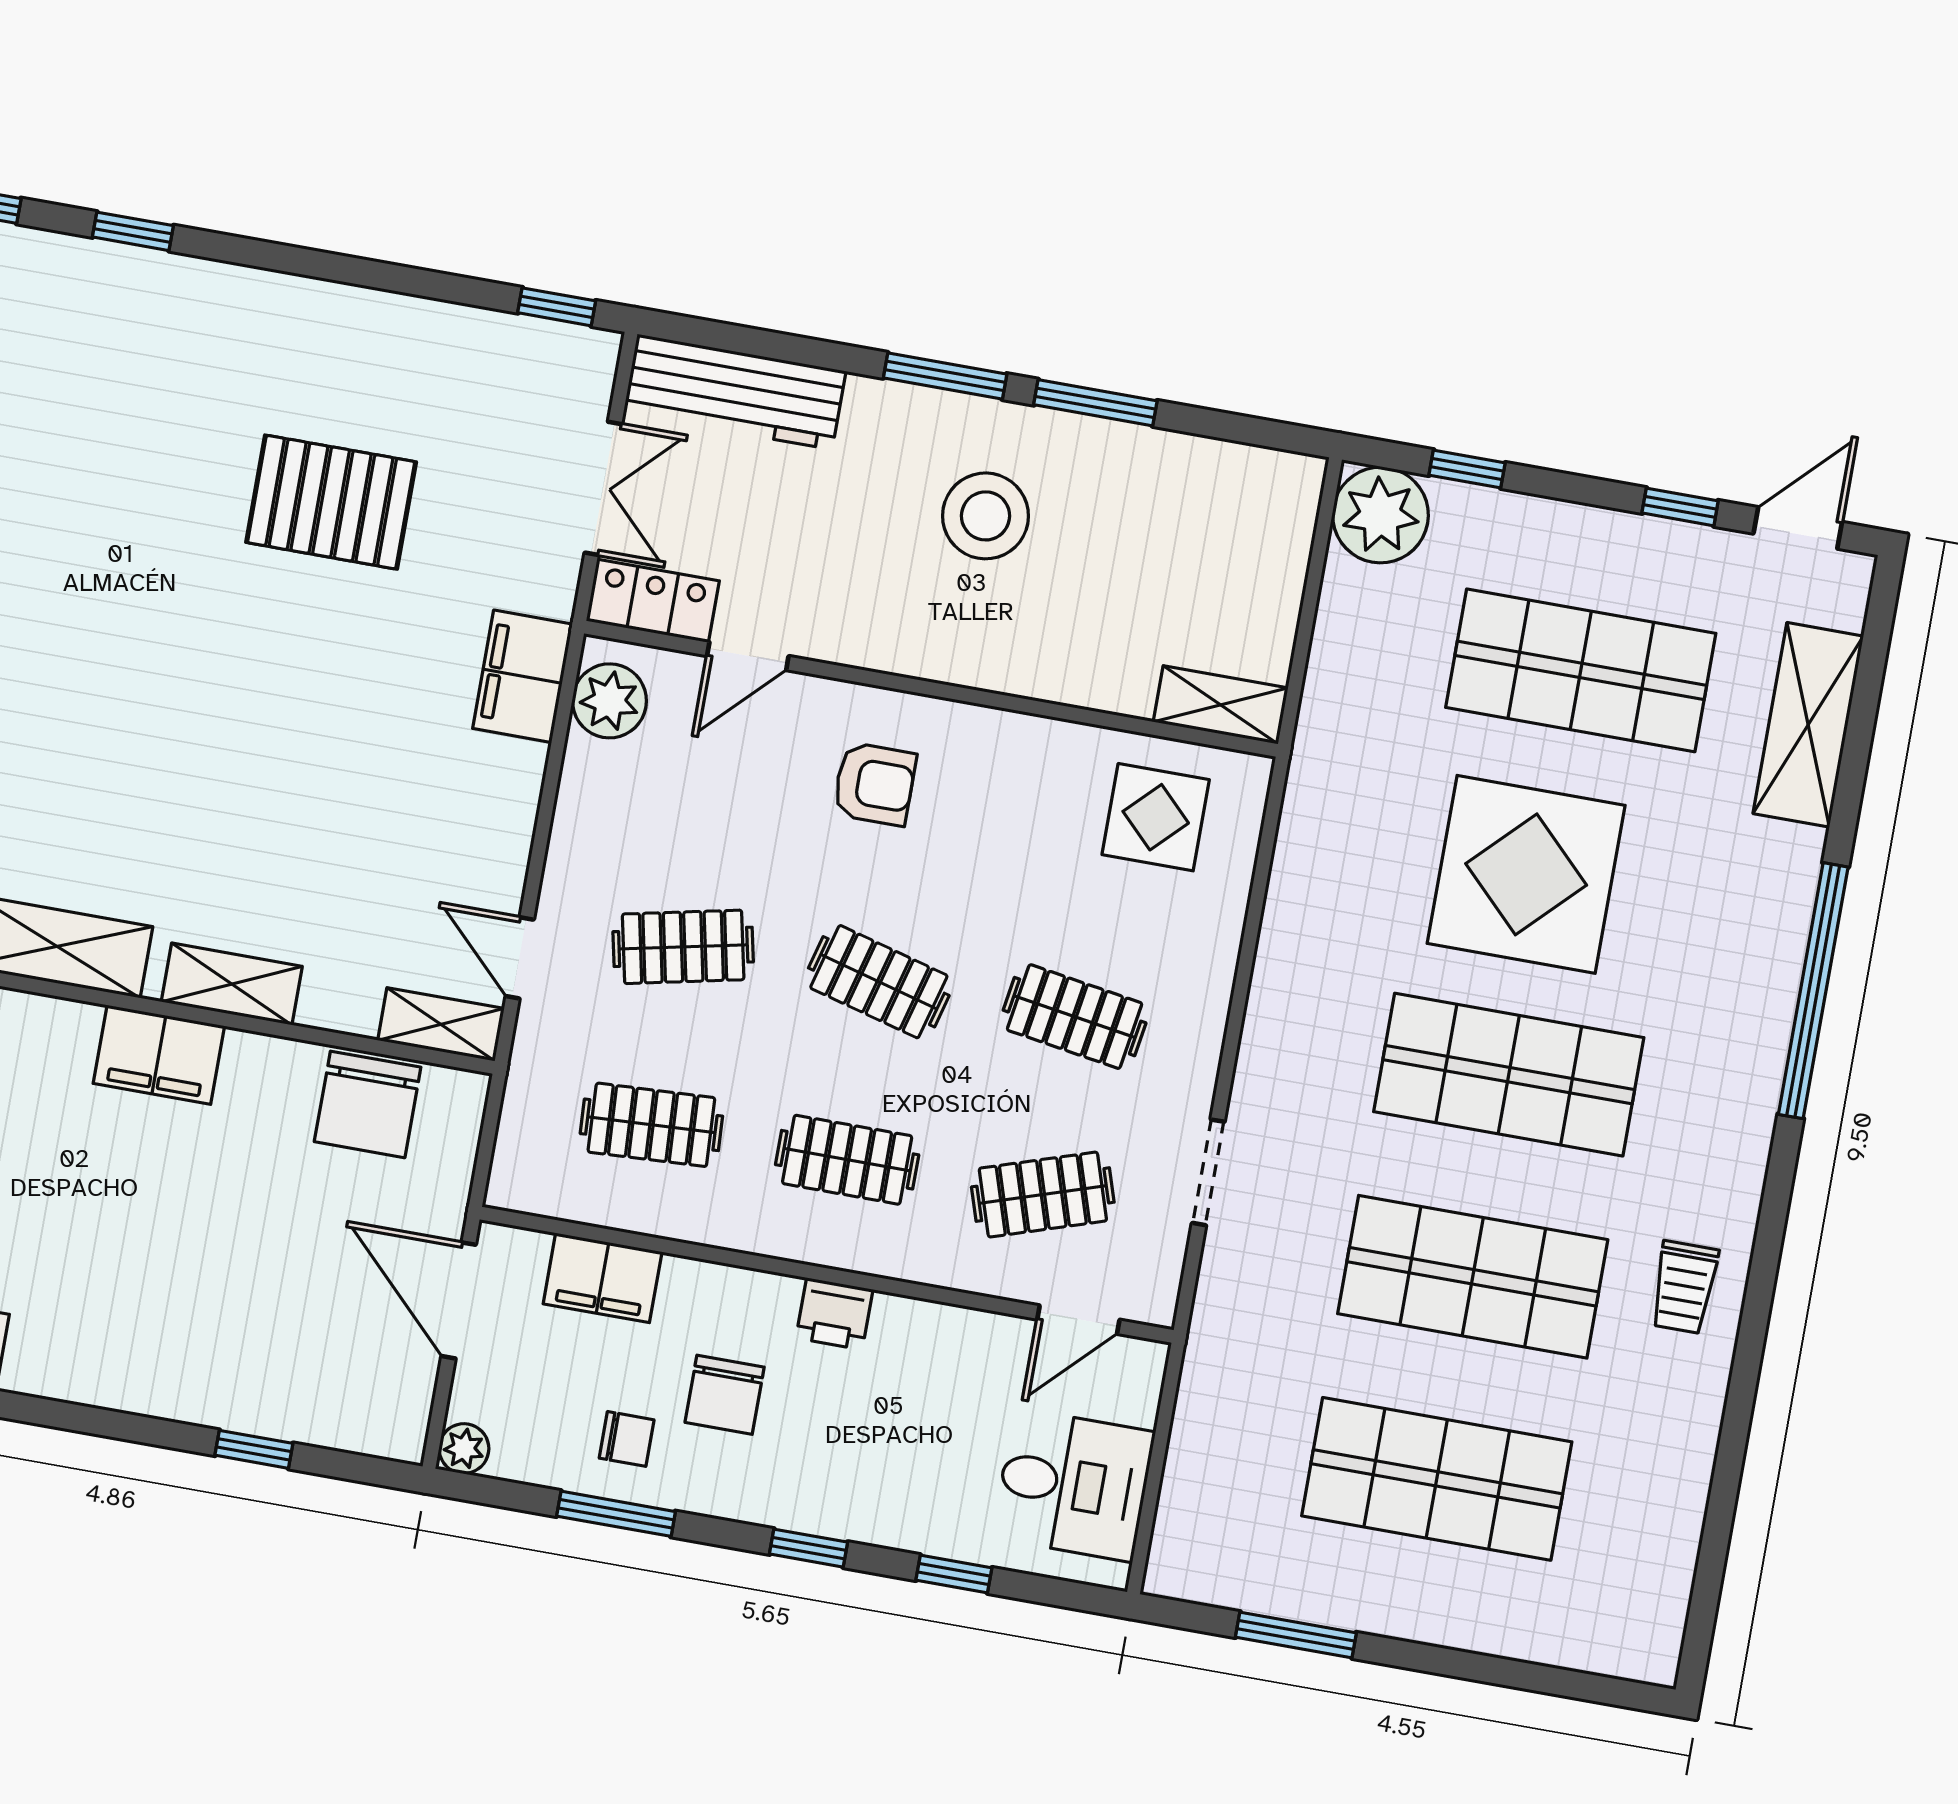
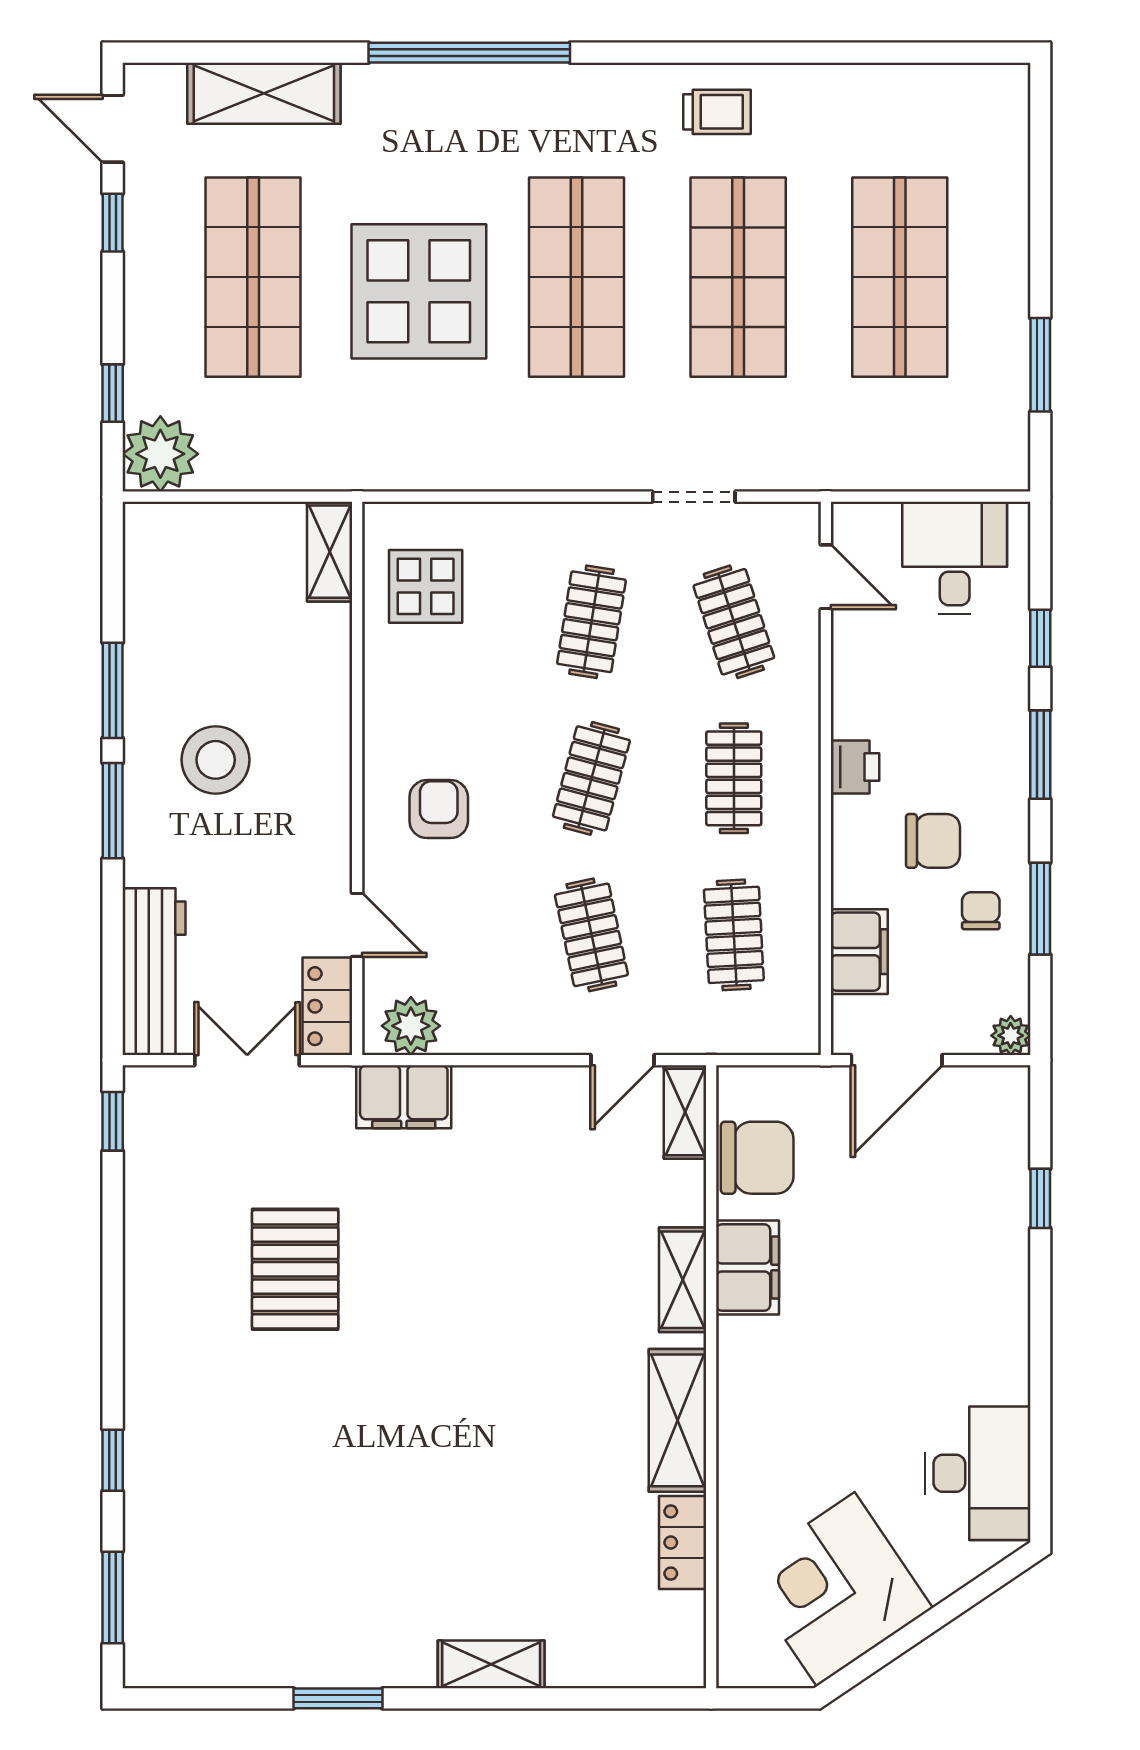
filing cabinet: (159, 1055) -> (747, 1268), moved
window: (809, 1548) -> (1040, 755), width x1.50

